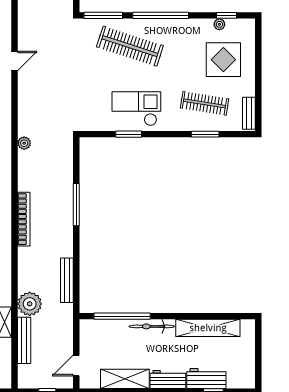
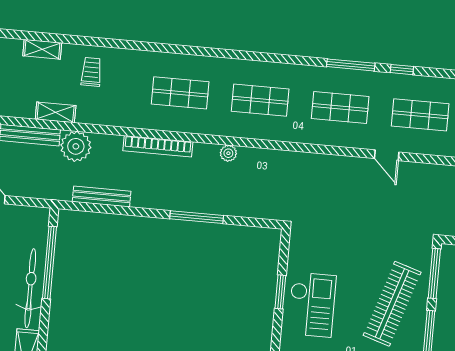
plant: (24, 143) -> (228, 153), moved
bookcase: (24, 219) -> (158, 146), moved
bicycle: (152, 326) -> (30, 288), width x1.37, depth x1.40

